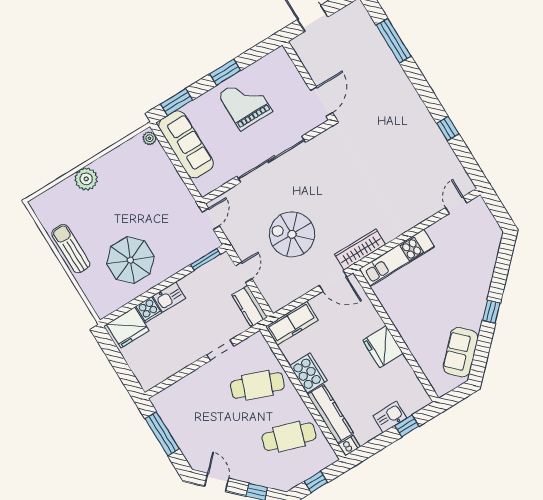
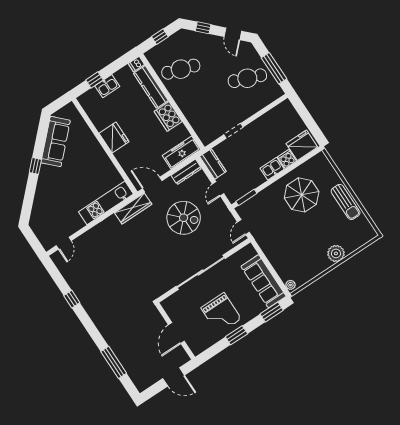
door: (321, 102) -> (176, 333), moved
dresser: (286, 297) -> (186, 172), added
sofa: (461, 352) -> (56, 142), width x1.36
cafe table: (257, 385) -> (247, 78), moved

